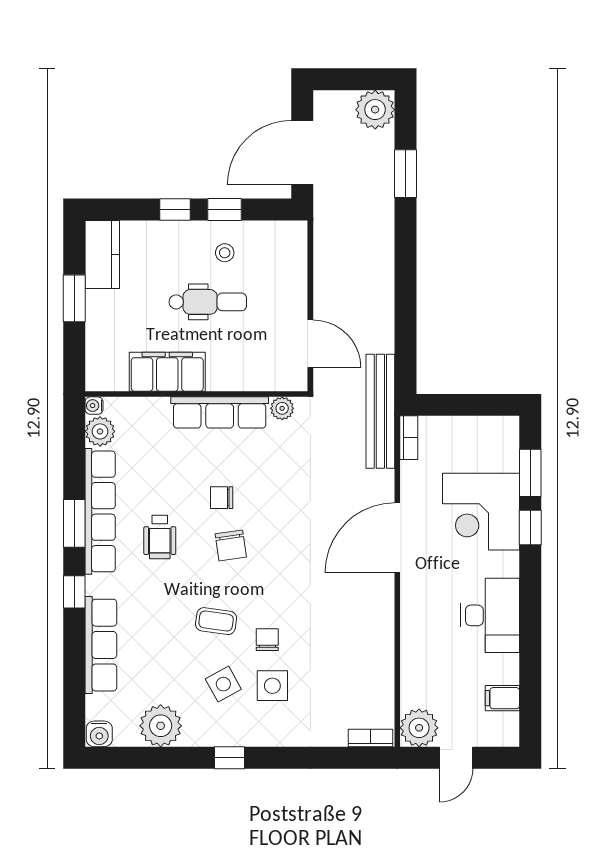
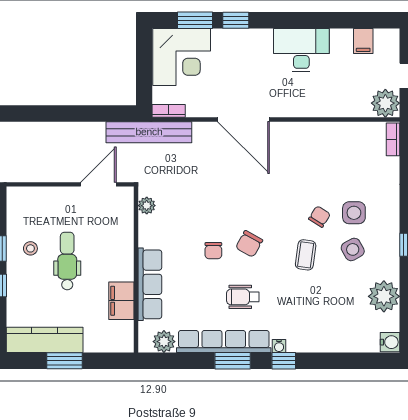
kitchen counter: (102, 254) -> (45, 340), width x1.50
filing cabinet: (167, 372) -> (121, 301), width x0.67, depth x0.86
water cooler: (94, 406) -> (279, 346), moved
row of seats: (220, 412) -> (150, 284), moved
corner desk: (481, 512) -> (182, 57), moved
wheelchair: (160, 537) -> (243, 297), turned 180
chair: (231, 545) -> (249, 244), turned 127
chair: (267, 640) -> (320, 217), turned 122
row of seats: (101, 645) -> (324, 341), removed

